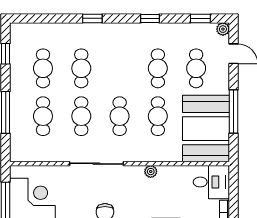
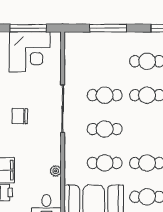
cafe table: (43, 116) -> (105, 61), removed
plant: (151, 172) -> (56, 171), moved

